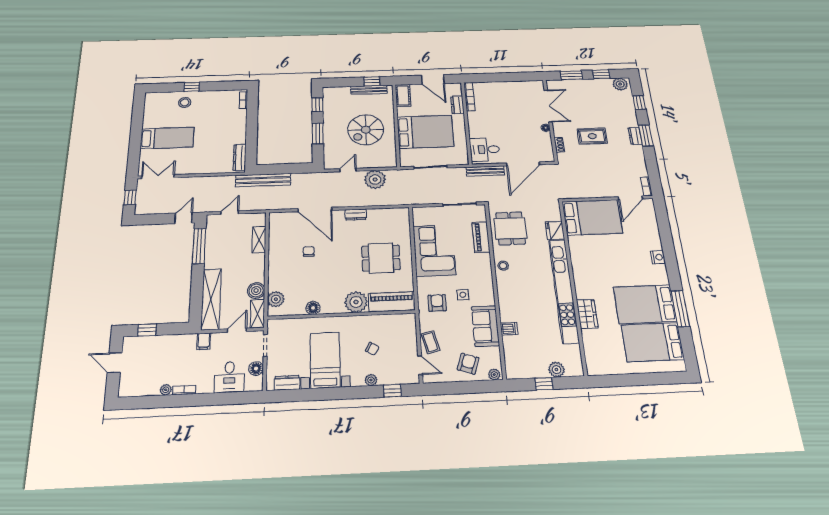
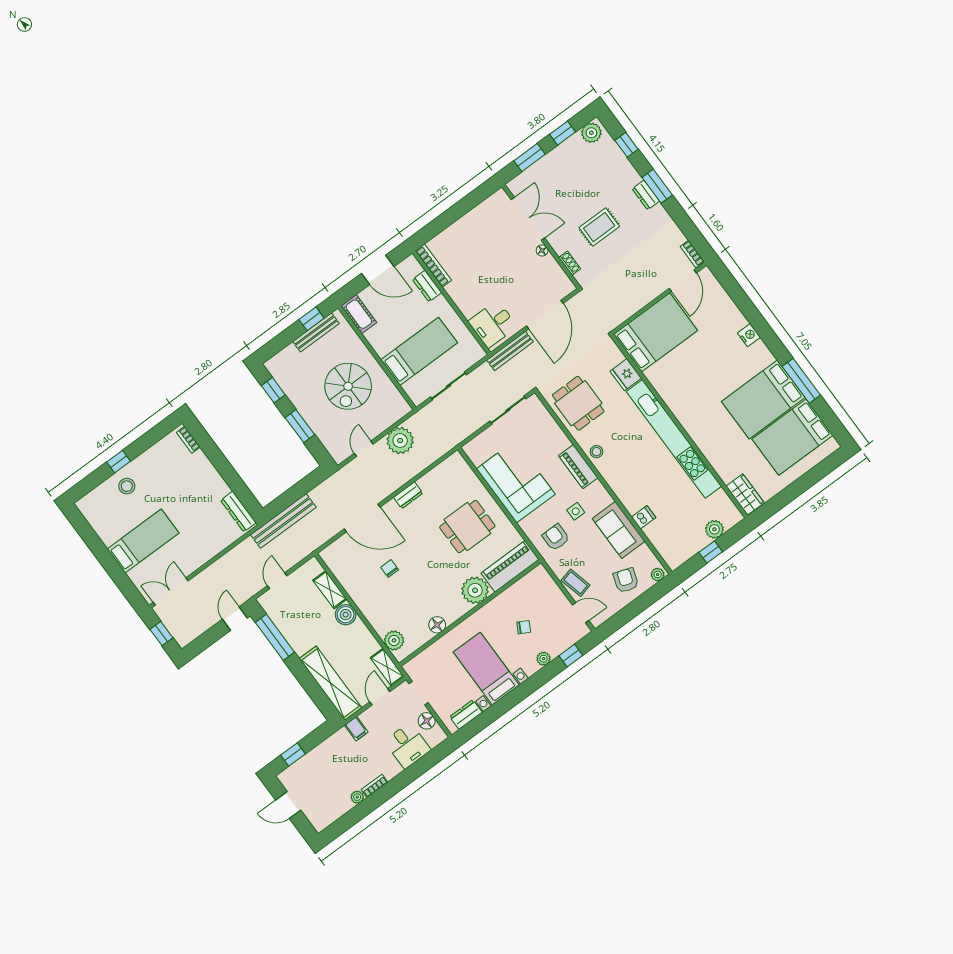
bed: (425, 132) -> (419, 351), width x0.67
piano: (481, 237) -> (578, 467), moved
boiler: (256, 291) -> (346, 615), moved
wardrobe: (587, 314) -> (745, 495), moved

